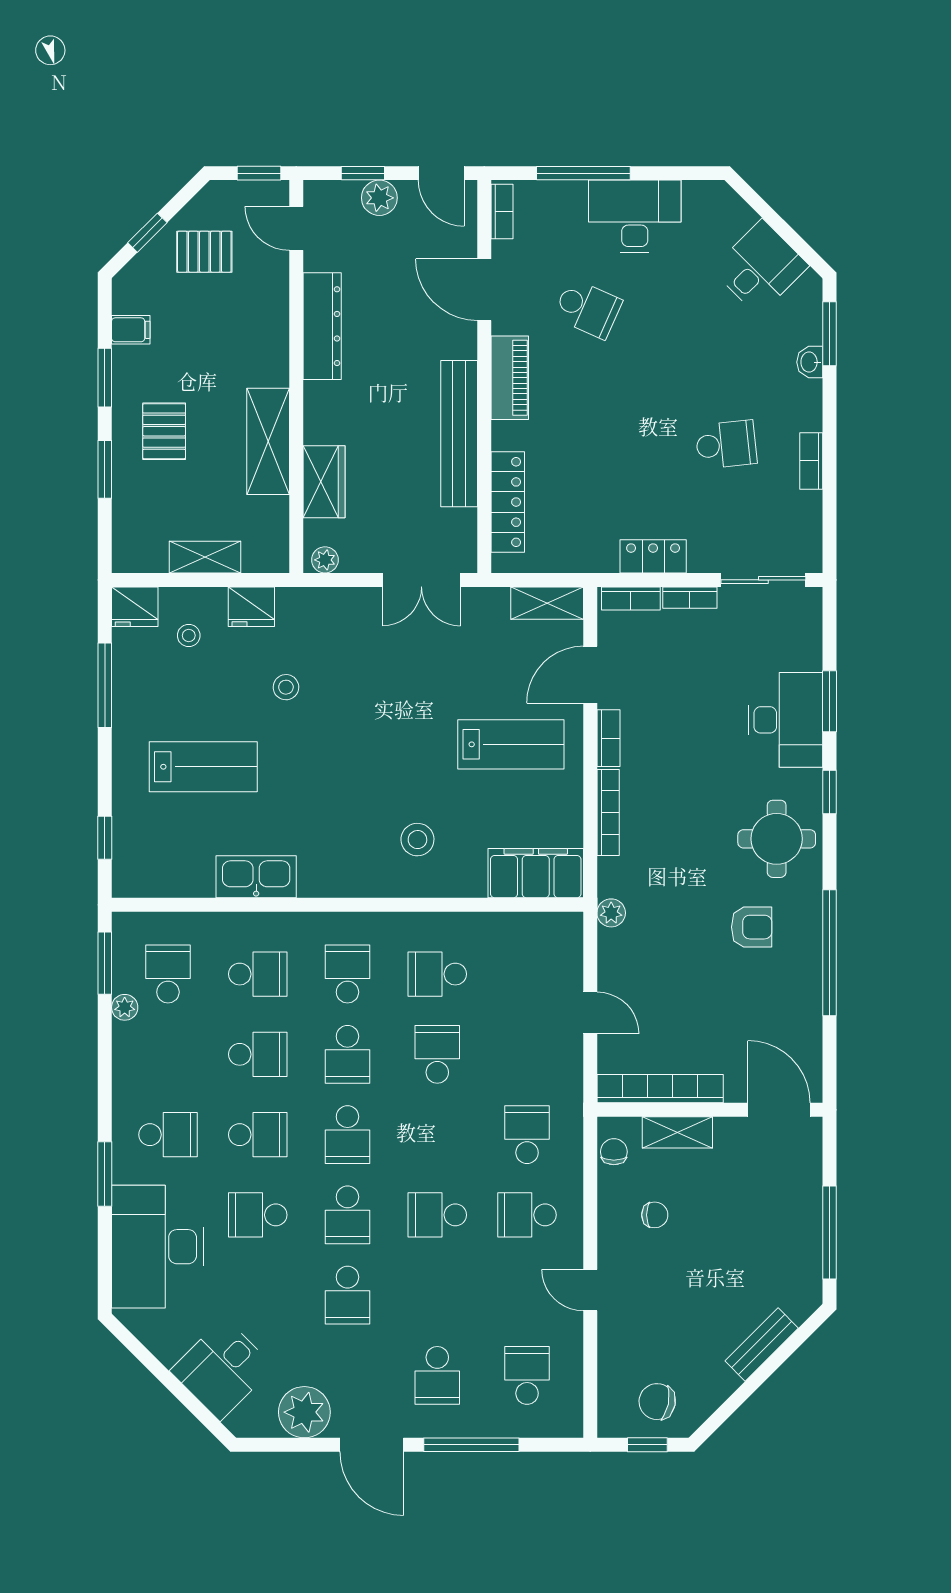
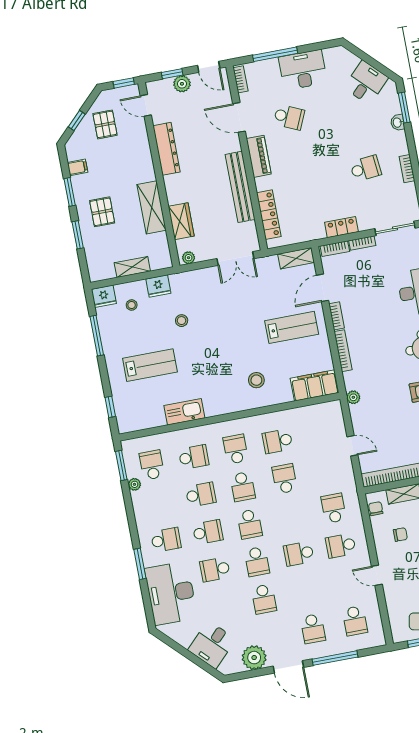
pallet: (204, 252) -> (105, 124), turned 90
school desk: (527, 1375) -> (355, 621), turned 180

